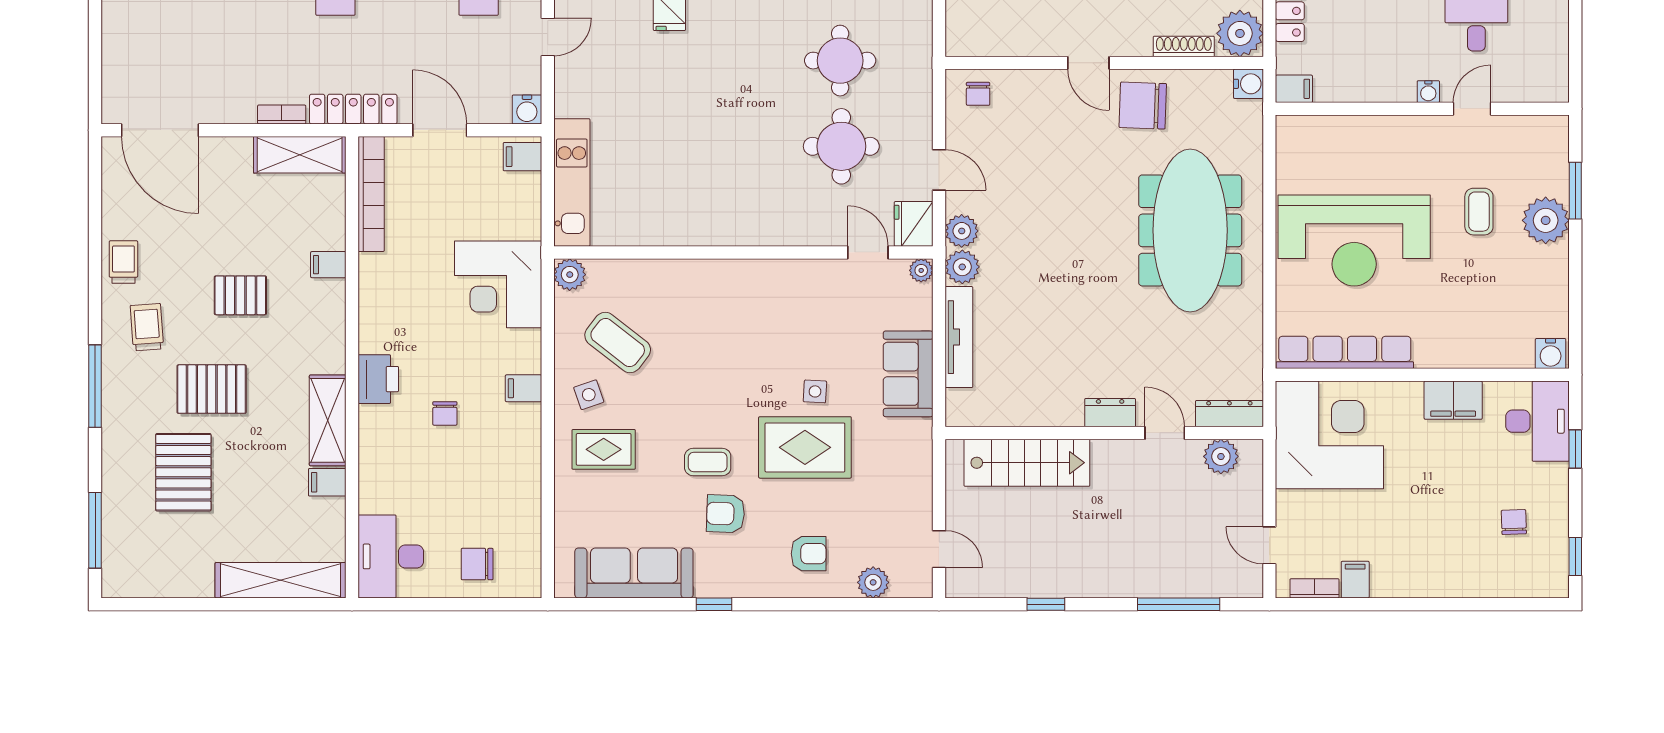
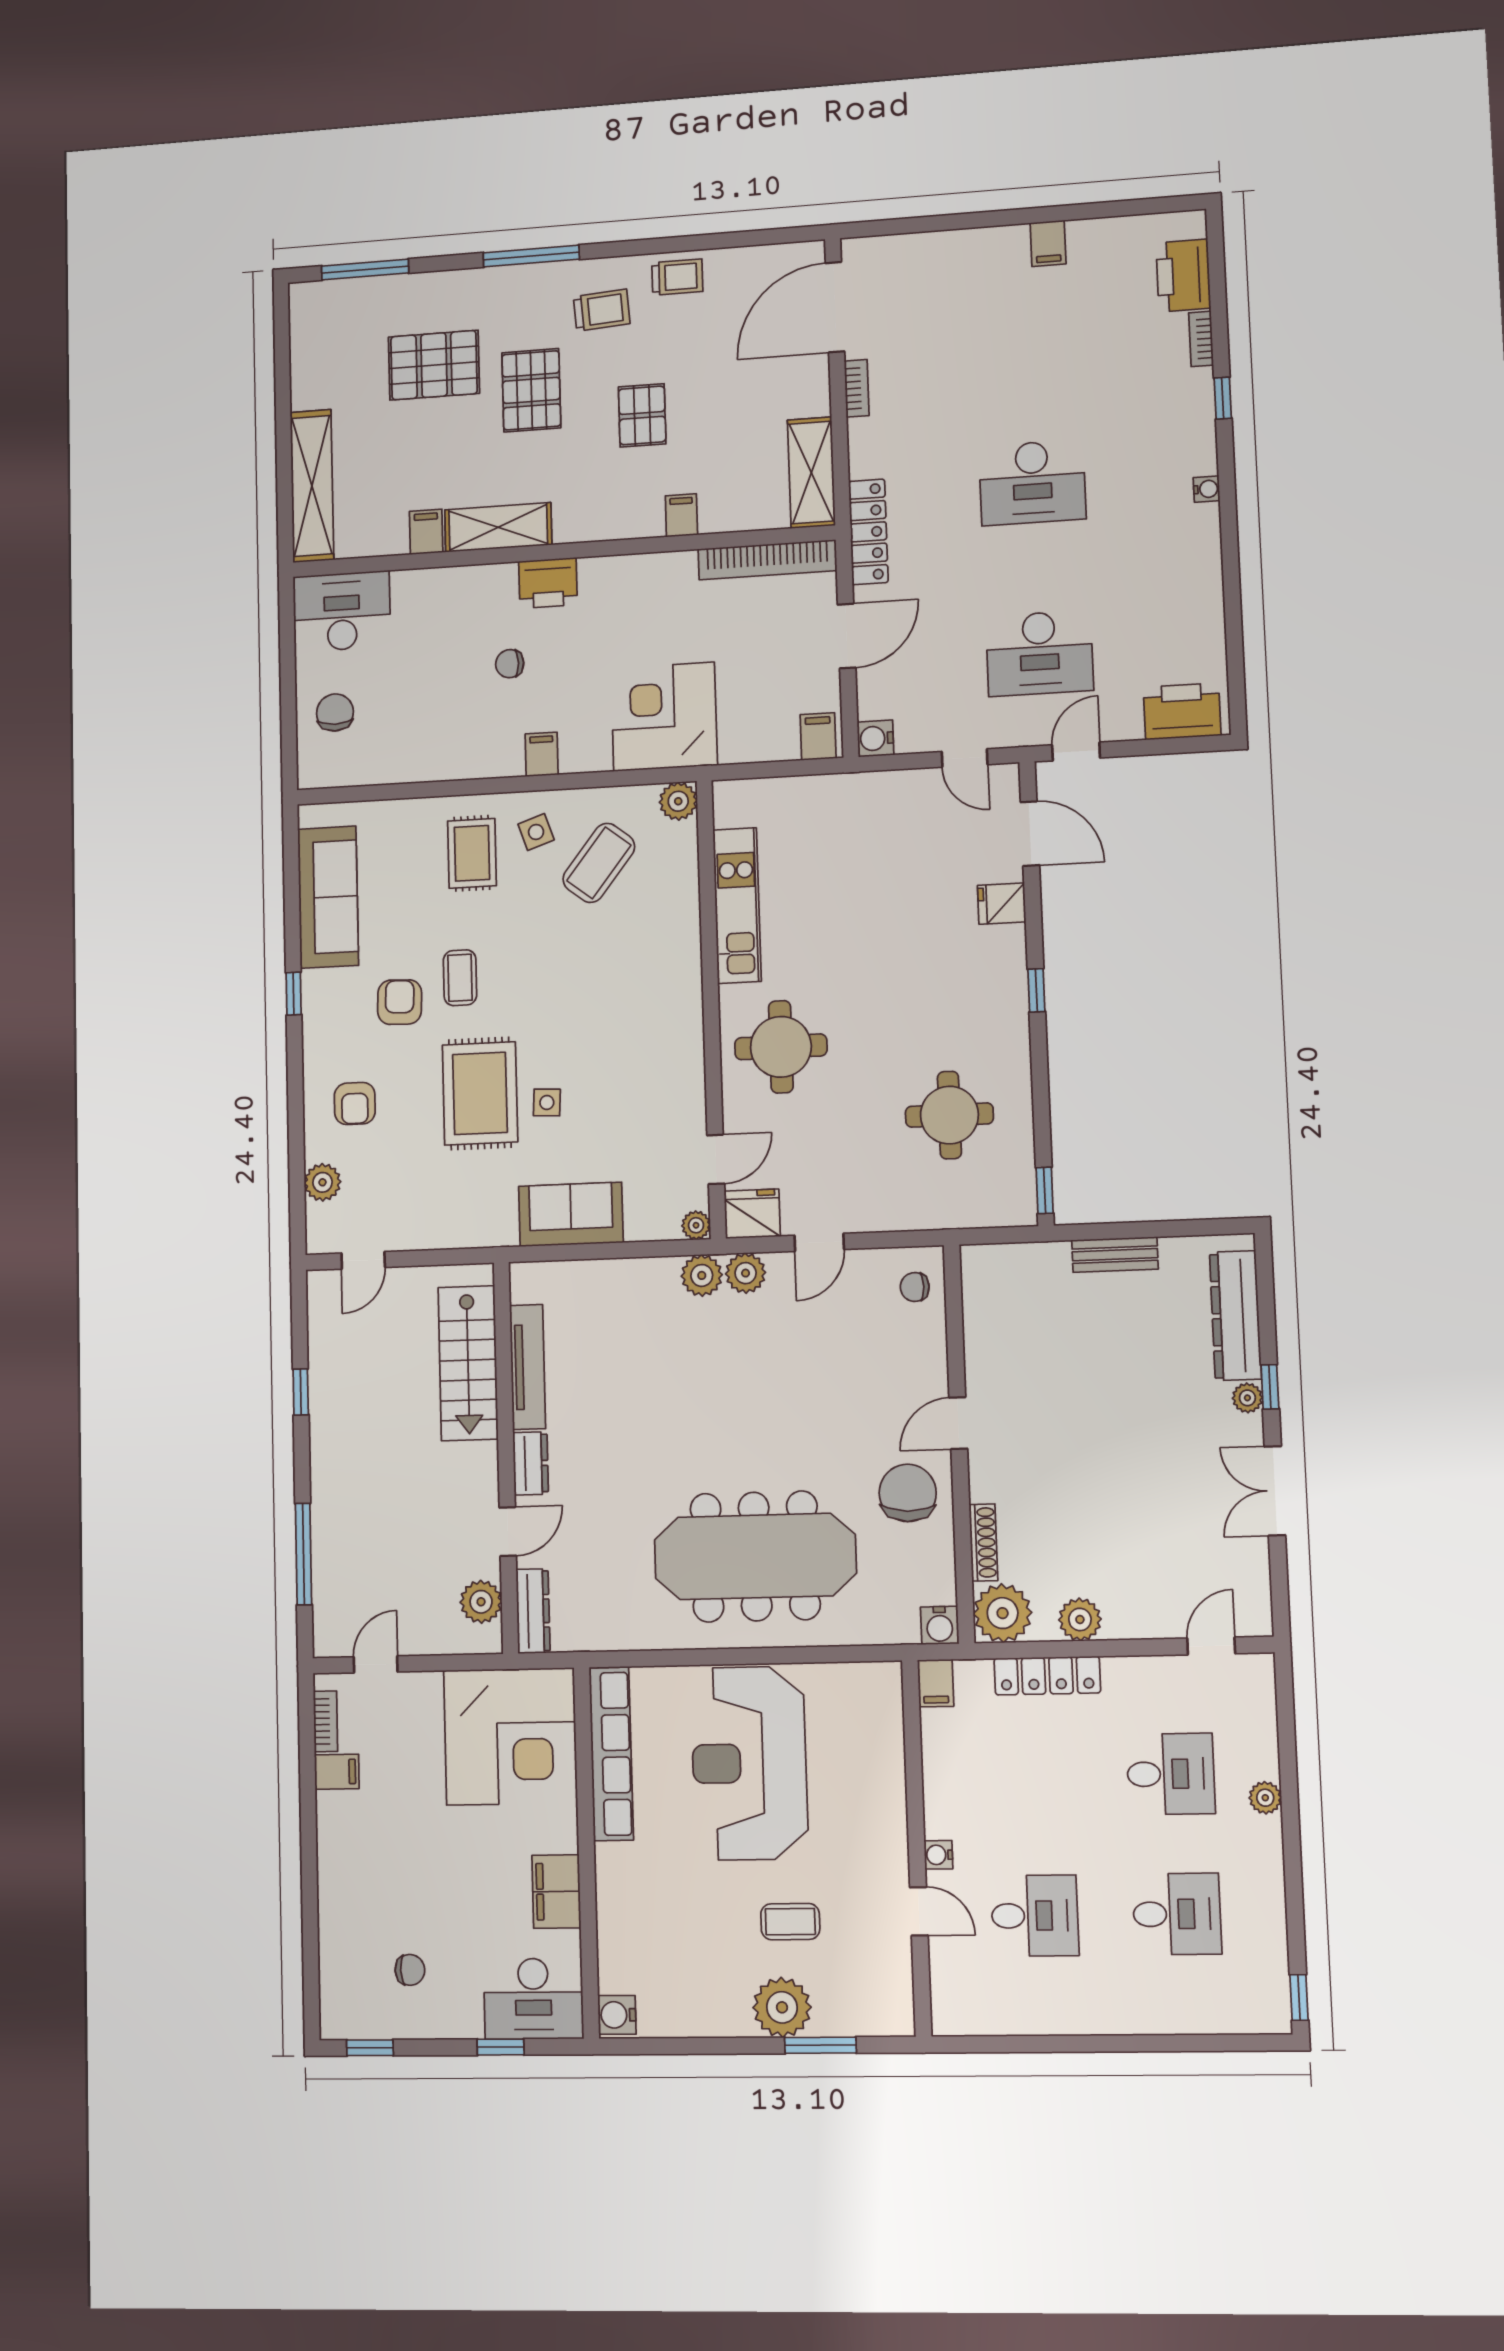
bookcase: (282, 114) -> (857, 388), moved
round table: (841, 146) -> (781, 1047), moved
kitchen unit: (572, 182) -> (737, 906), moved, turned -90
tv unit: (959, 337) -> (528, 1367), moved, turned -90

